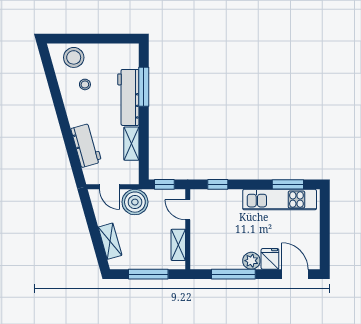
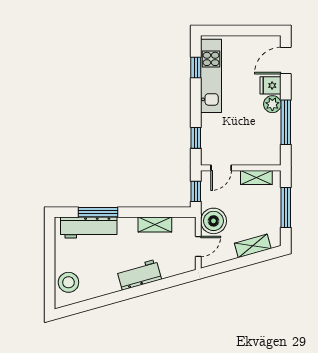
stool: (85, 84) -> (96, 271), removed
workbench: (128, 97) -> (89, 228), moved
workbench: (86, 145) -> (139, 275), moved
window: (288, 184) -> (196, 68), width x0.67

